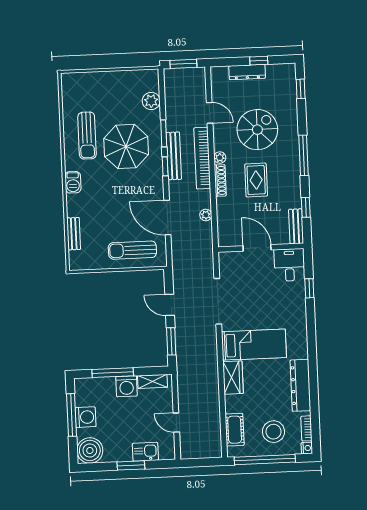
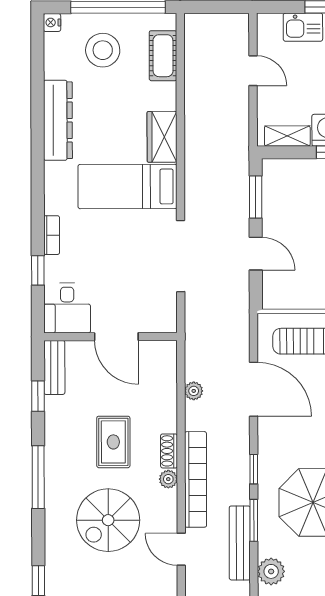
bench: (174, 156) -> (240, 543), moved
shoe rack: (220, 180) -> (169, 451), width x0.70
bookcase: (306, 428) -> (52, 235), moved

